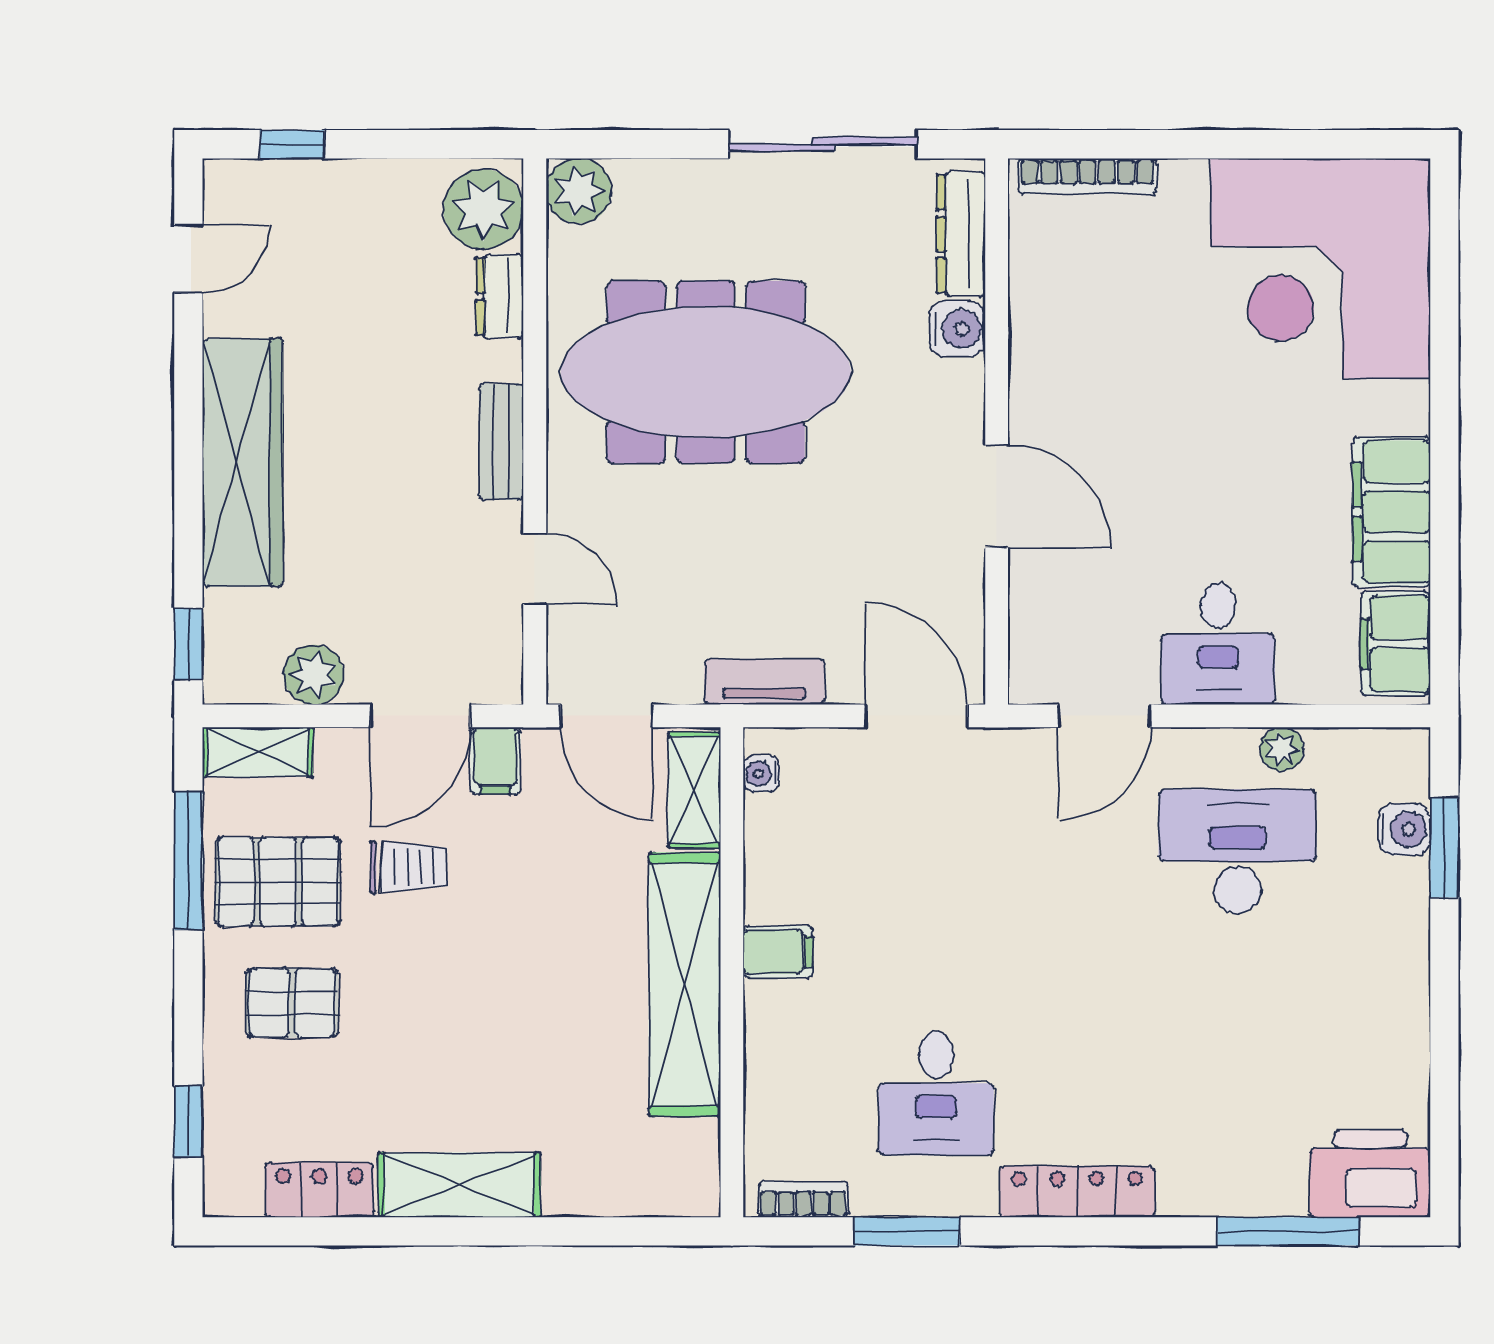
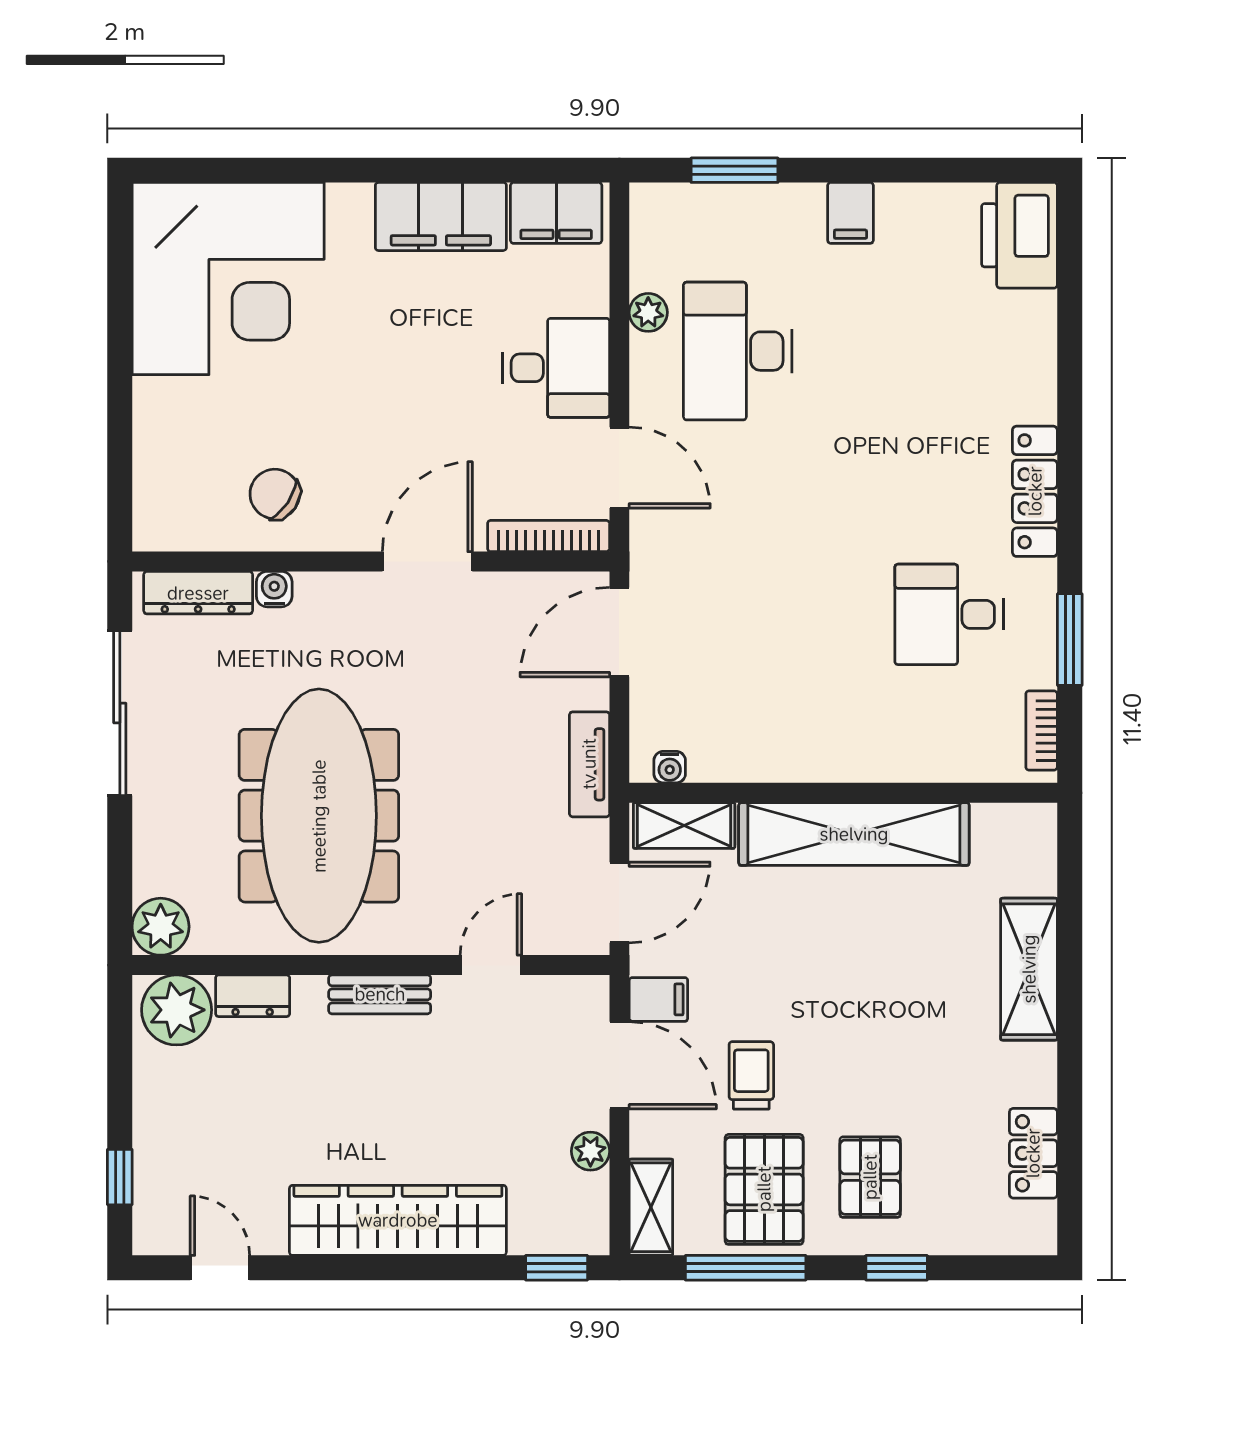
bookcase: (1088, 176) -> (549, 536), moved, turned -90
chair: (1074, 322) -> (275, 494), added
water cooler: (957, 329) -> (274, 589), width x0.72, depth x0.72
plant: (314, 675) -> (590, 1151), width x0.73, depth x0.73
water cooler: (1404, 829) -> (718, 205), removed
filing cabinet: (778, 952) -> (850, 213), moved, turned 180
desk: (936, 1093) -> (949, 614), turned 180
window: (188, 1122) -> (897, 1268), moved
shelving: (459, 1185) -> (1029, 969), moved
window: (1288, 1231) -> (1070, 307), removed

